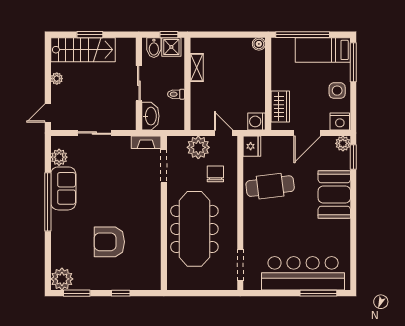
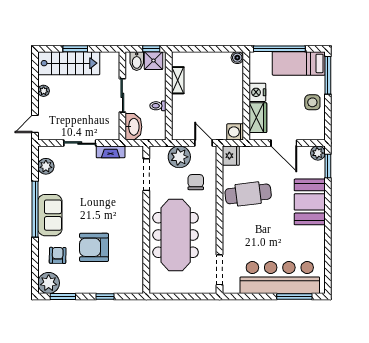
nightstand: (340, 121) -> (257, 92), moved, turned 90
door: (307, 133) -> (284, 143), hinge flipped
fireplace: (146, 142) -> (111, 152), moved
sofa: (63, 188) -> (50, 215), moved
armchair: (71, 250) -> (58, 255), added

